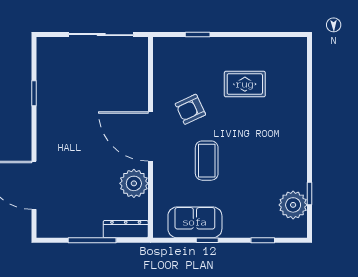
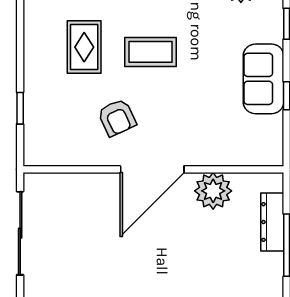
coffee table: (207, 161) -> (150, 52), moved
sofa: (195, 222) -> (264, 79), moved
dresser: (126, 229) -> (272, 222), moved

